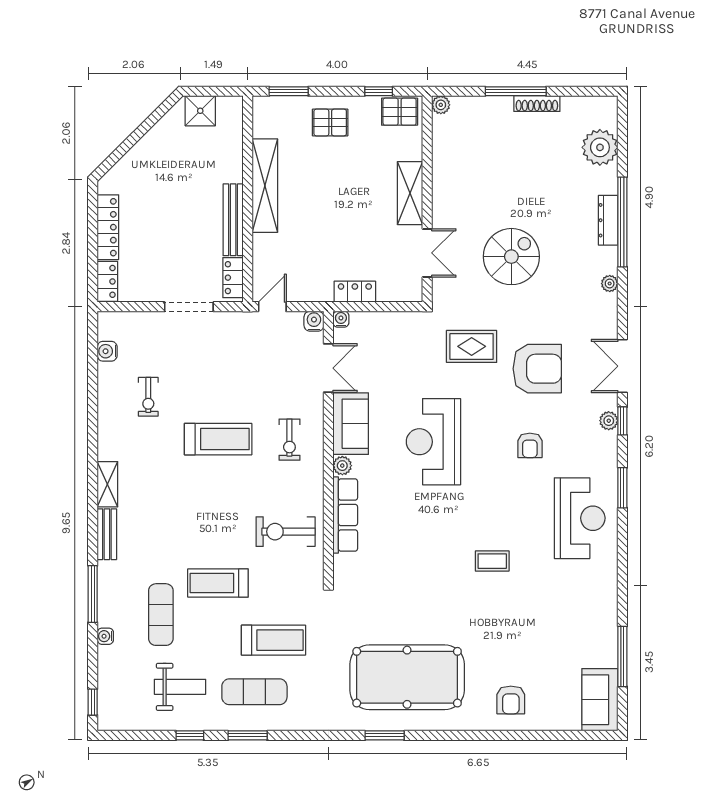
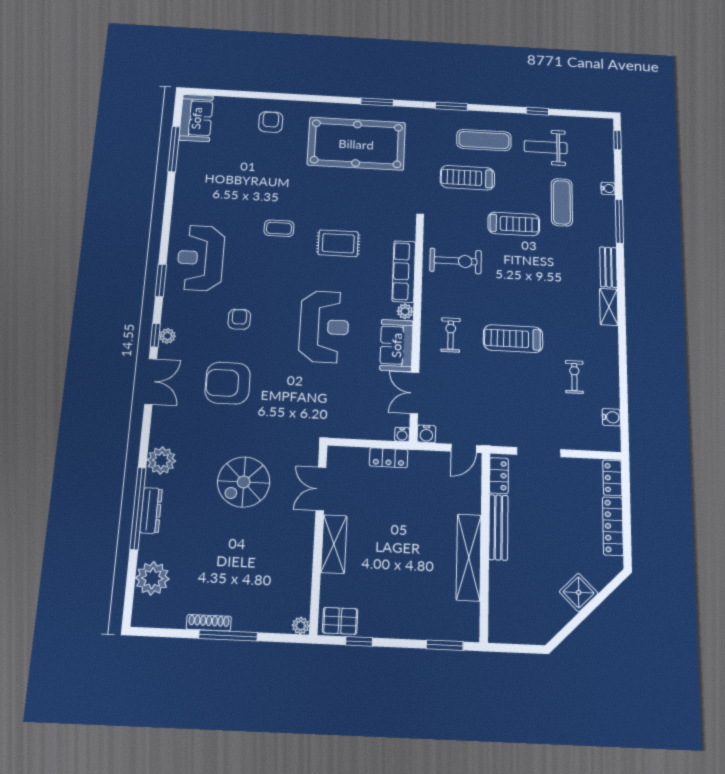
shower: (200, 111) -> (579, 592), moved, turned 45
pallet: (330, 122) -> (406, 614), removed
plant: (610, 283) -> (161, 460), width x1.87, depth x1.87
rug: (472, 346) -> (338, 243), moved
window: (248, 735) -> (451, 106), moved

